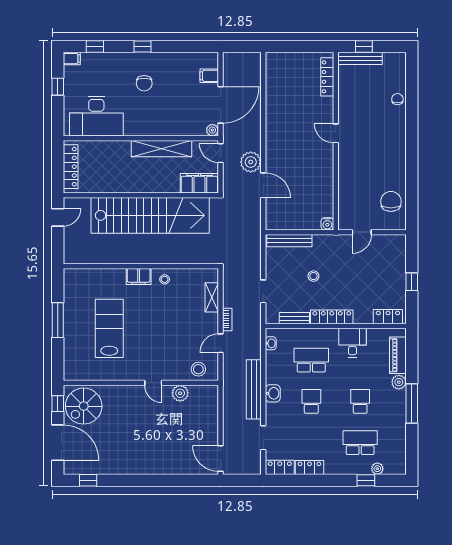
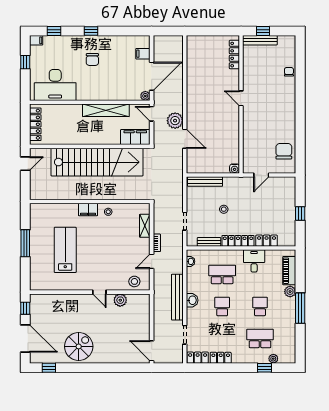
locker: (388, 317) -> (267, 241), moved
spiral stairs: (84, 406) -> (79, 346), moved, turned 180

